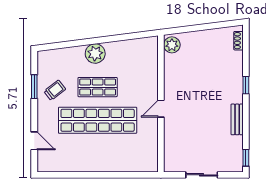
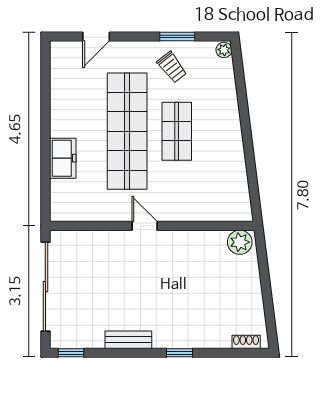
plant: (95, 54) -> (224, 50), moved, width x0.53, depth x0.53
freezer: (116, 163) -> (63, 158), added
sliding door: (202, 175) -> (45, 287), width x1.86

